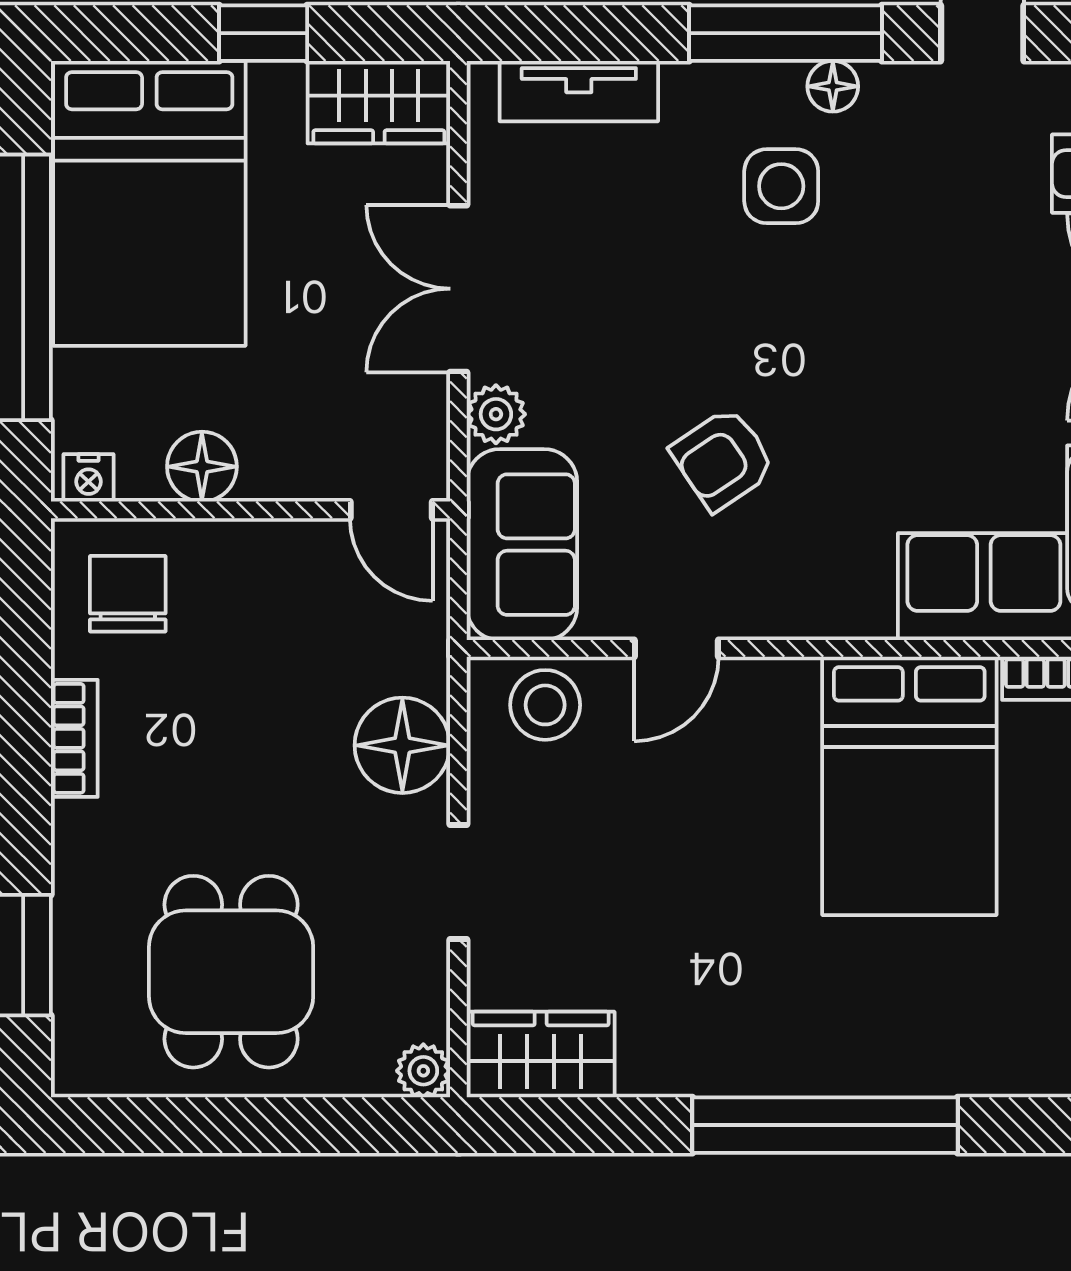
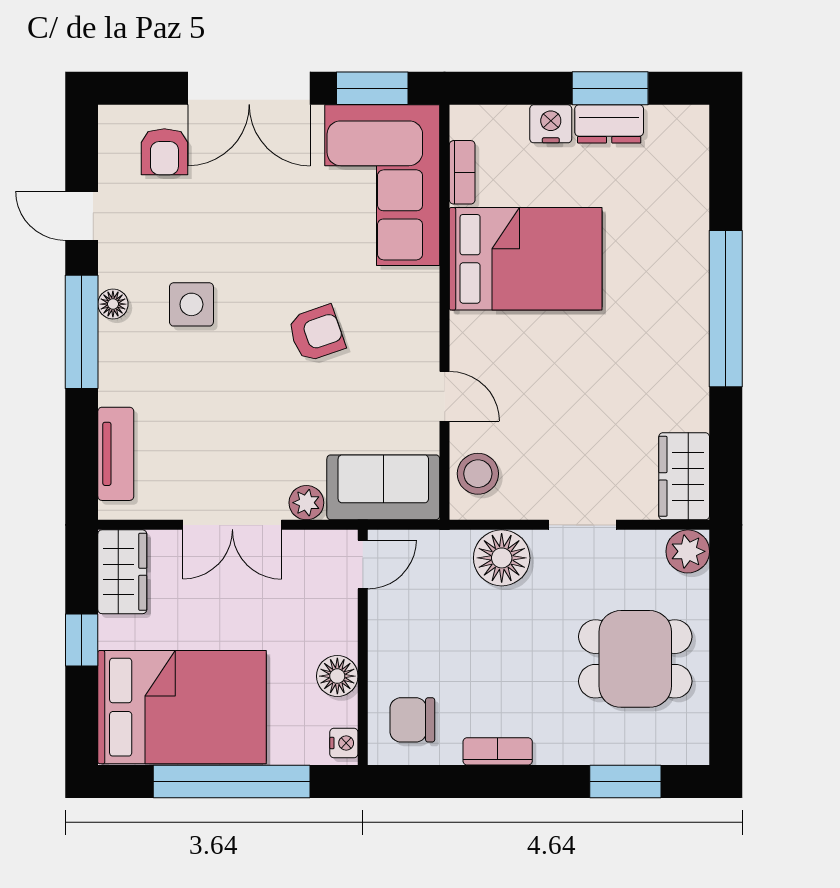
side table: (781, 186) -> (191, 304), moved
armchair: (723, 459) -> (316, 333), moved, turned -75
plant: (423, 1071) -> (688, 551), width x1.38, depth x1.38

